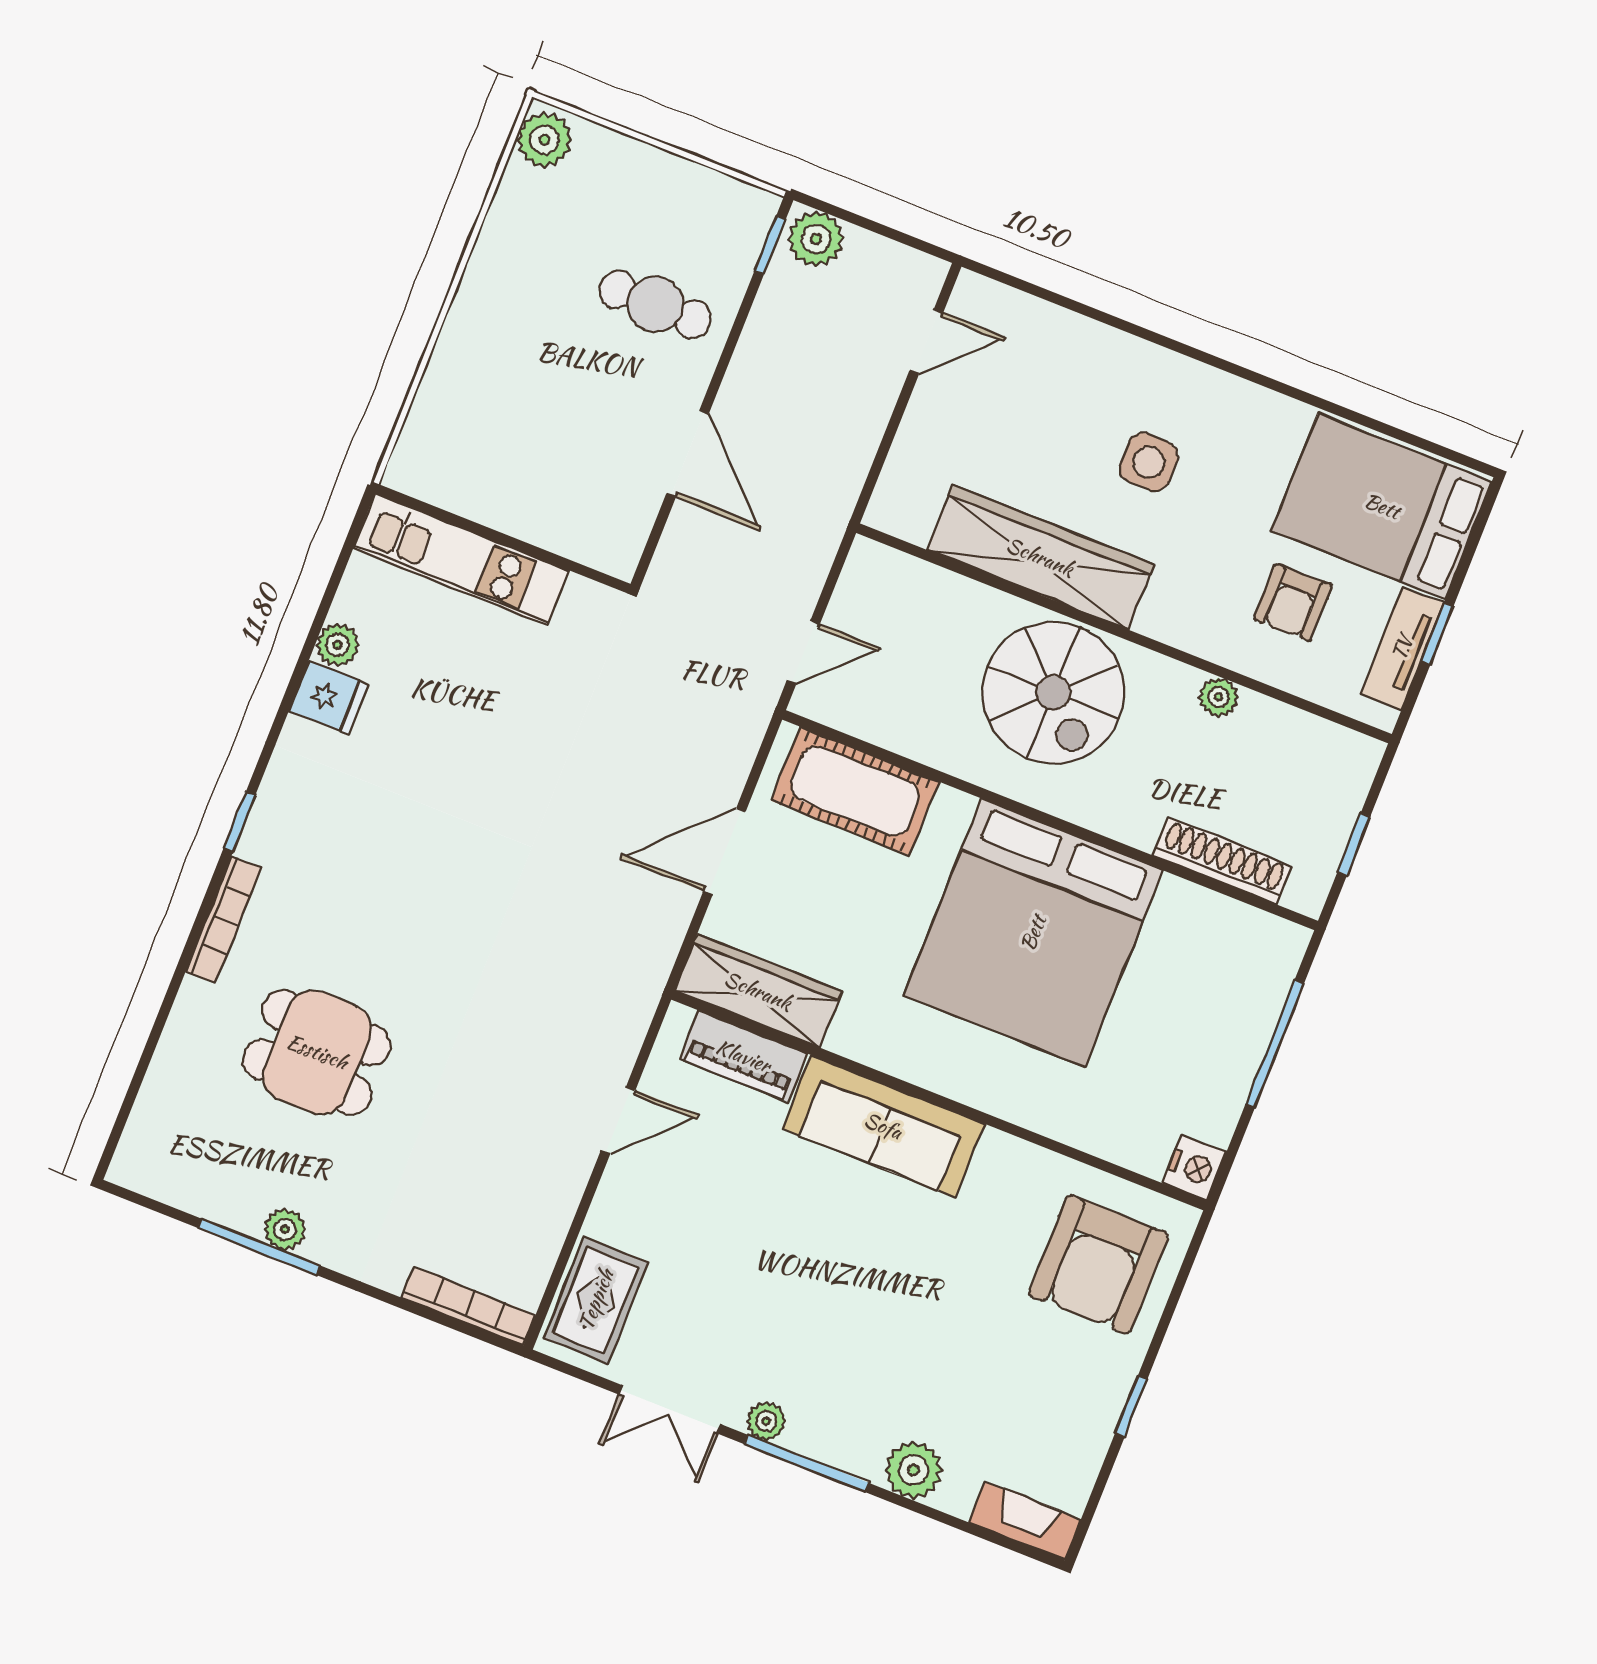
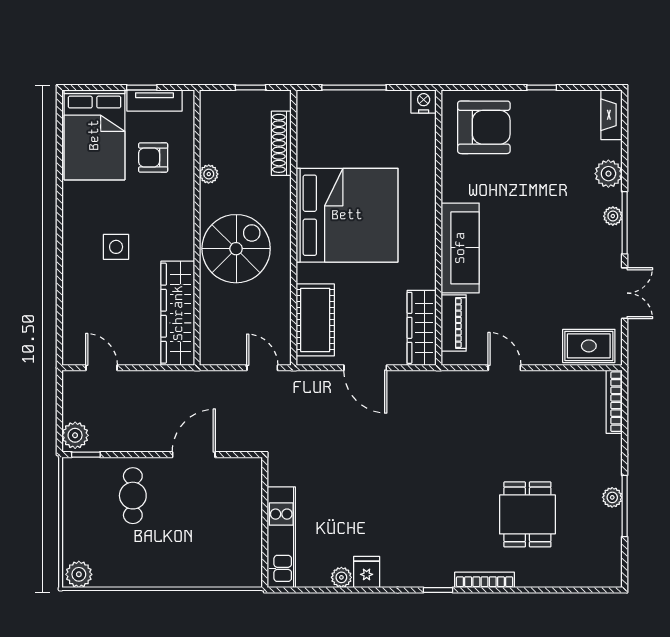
wardrobe: (1040, 557) -> (178, 313), moved
armchair: (1293, 602) -> (153, 158), turned 180
plant: (766, 1421) -> (613, 216), moved

